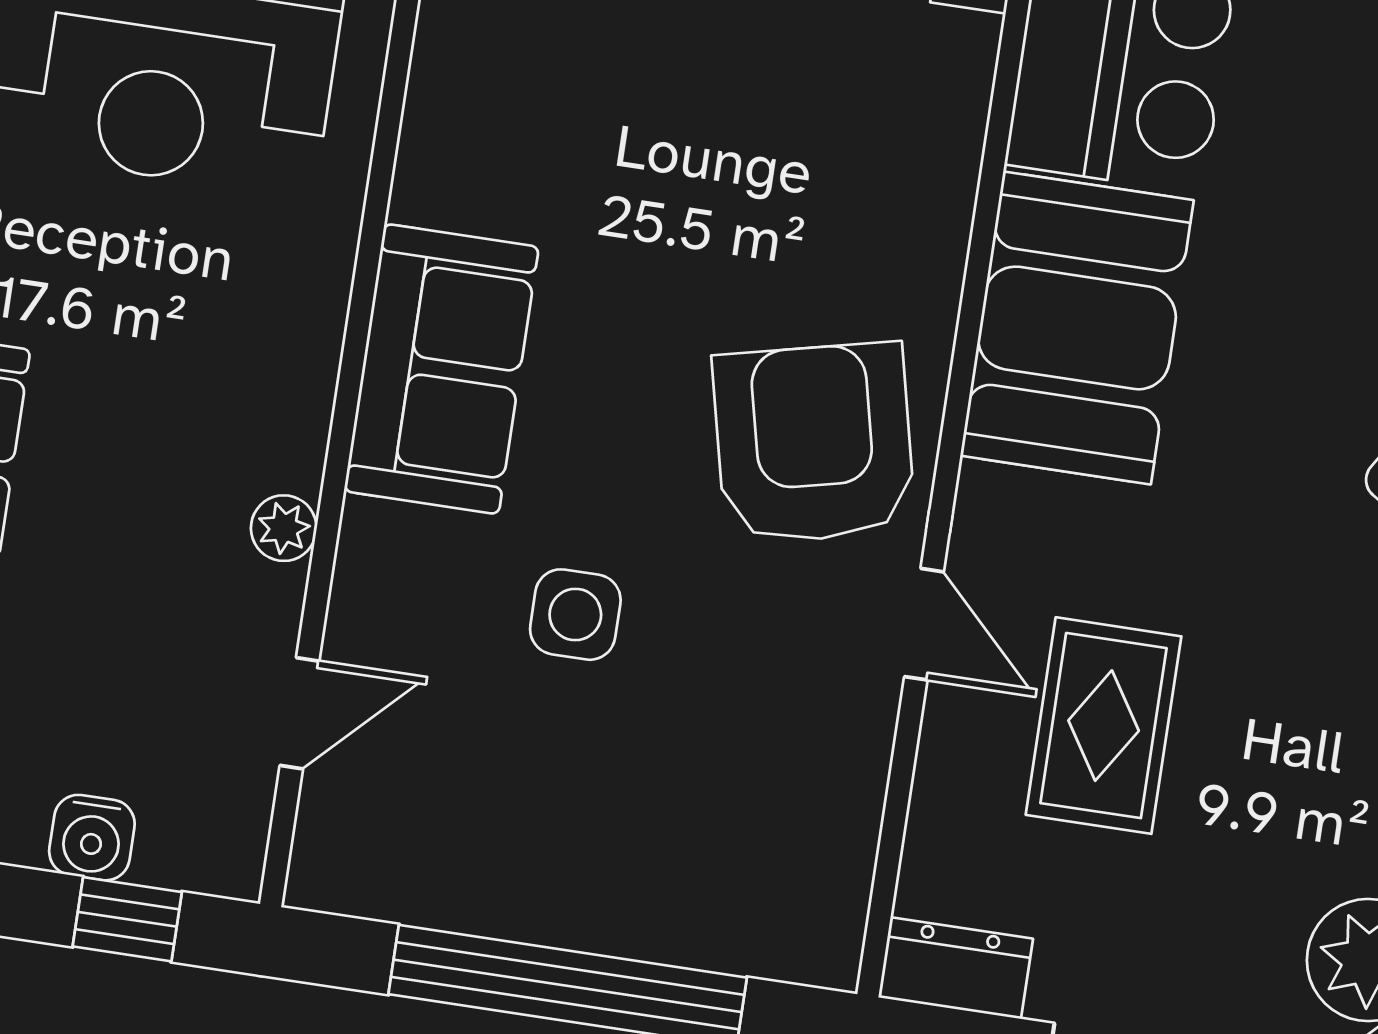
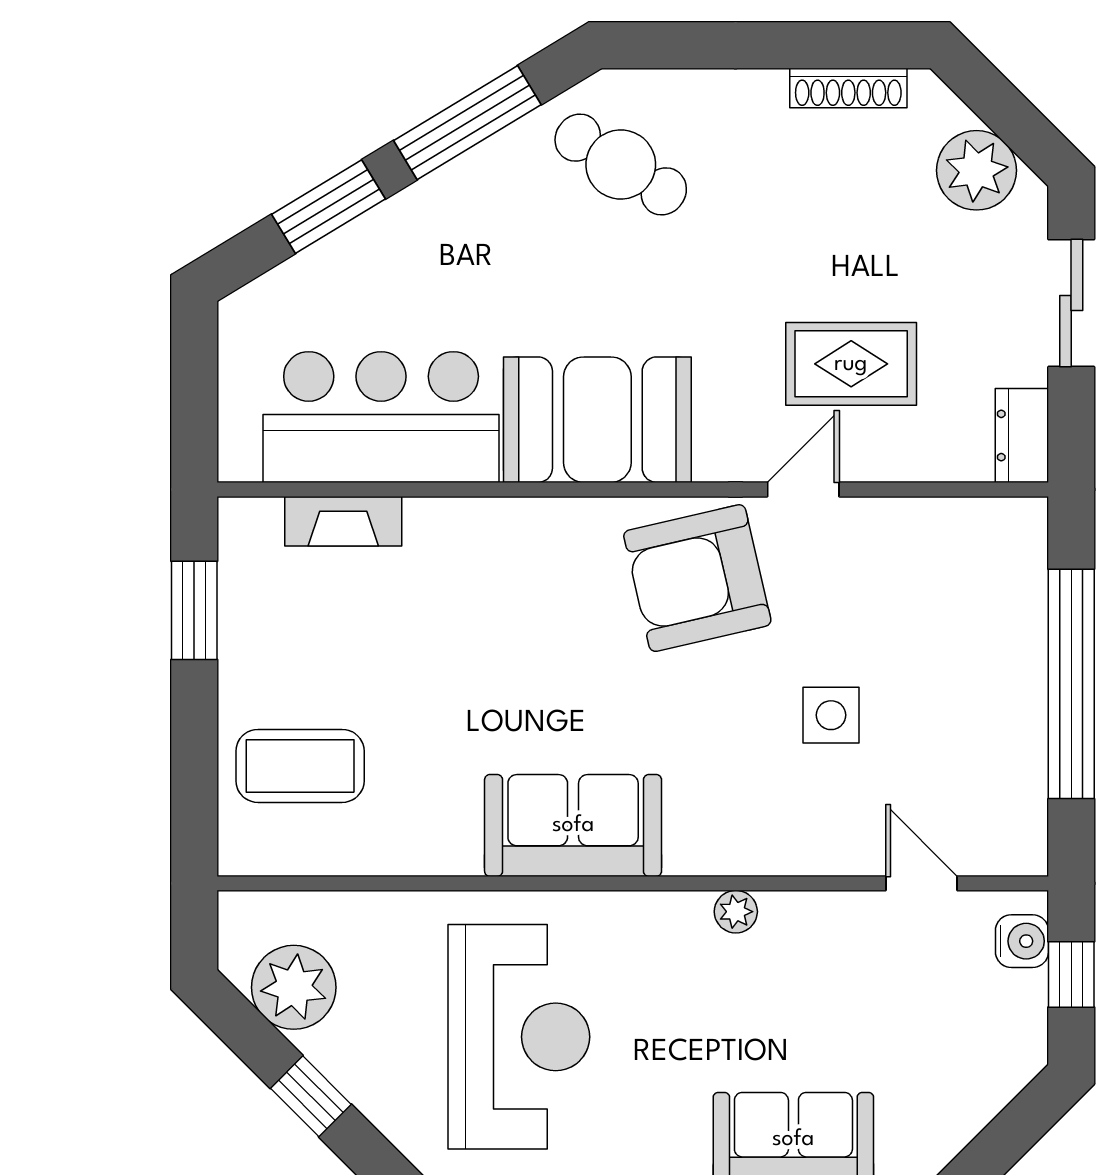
sofa: (441, 369) -> (573, 825), moved
plant: (284, 528) -> (736, 912), moved
water cooler: (92, 838) -> (1022, 941), moved

